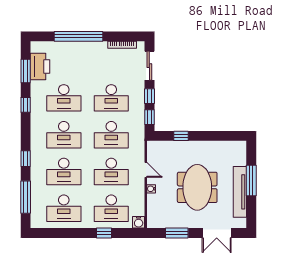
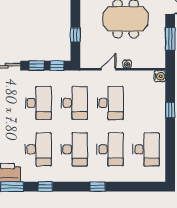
window: (26, 197) -> (135, 187), removed
desk: (111, 208) -> (146, 103), removed

